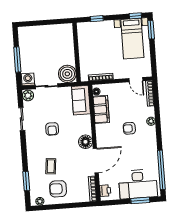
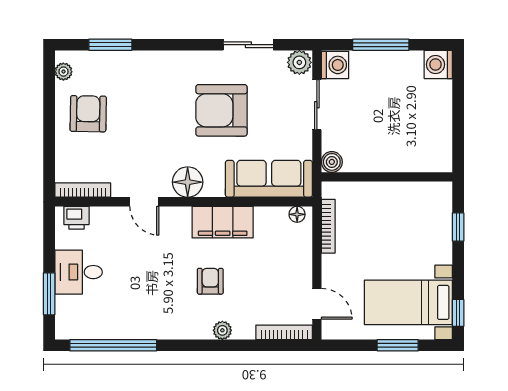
window: (151, 30) -> (398, 345), moved
washing machine: (24, 33) -> (438, 64), added
boiler: (67, 74) -> (332, 162), width x0.54, depth x0.54
door: (136, 80) -> (317, 304), swing flipped
sofa: (81, 100) -> (269, 179), width x1.36
filing cabinet: (101, 109) -> (223, 222), moved
armchair: (52, 129) -> (221, 110), width x1.88, depth x1.88
door: (96, 161) -> (144, 202), width x0.53
coffee table: (51, 166) -> (139, 101), removed
desk: (138, 184) -> (79, 272), width x0.53, depth x0.77

